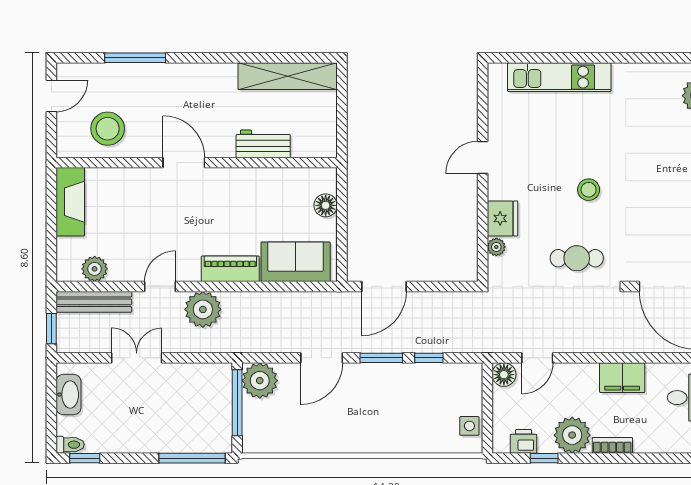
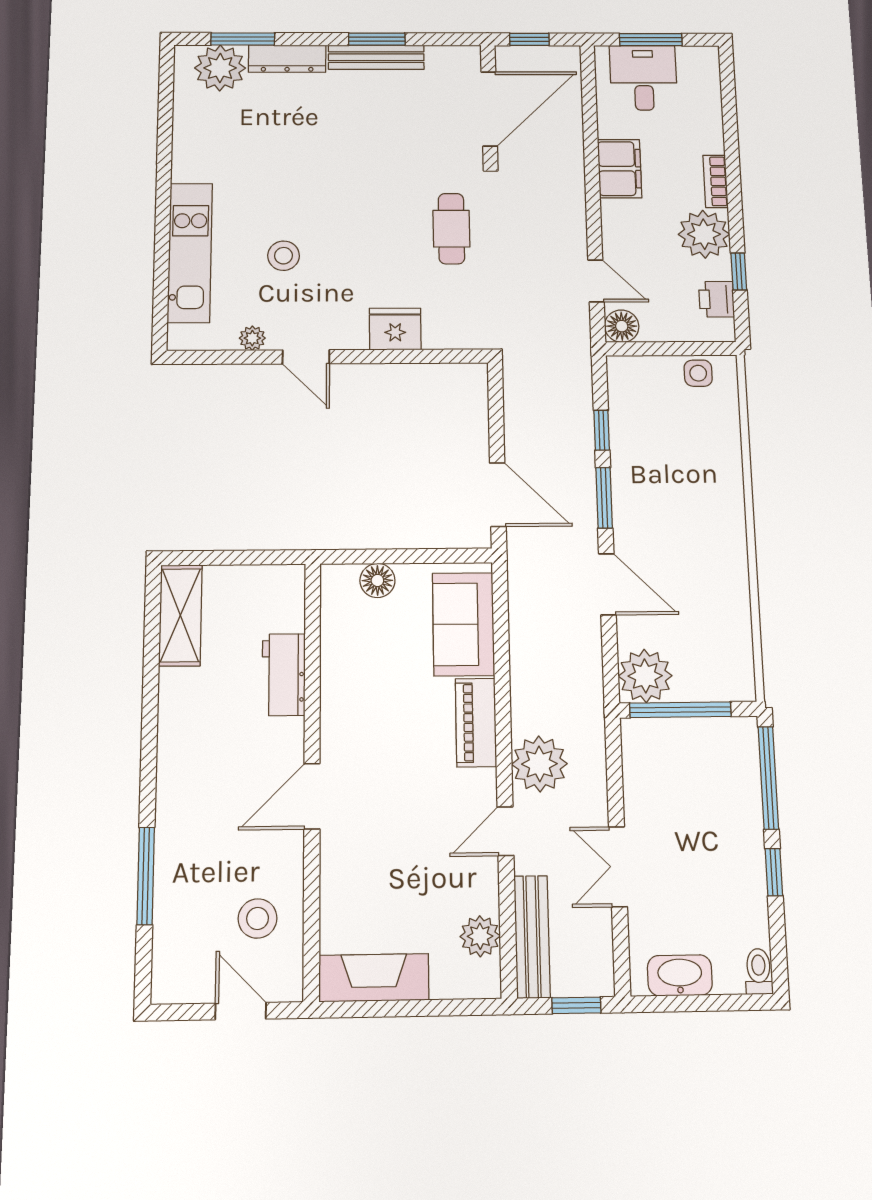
shelving: (288, 76) -> (180, 615), width x0.68
door: (51, 96) -> (241, 1011), moved
stool: (108, 129) -> (258, 918), width x0.73, depth x0.73
stool: (589, 190) -> (284, 256), moved
plant: (496, 247) -> (252, 338), moved
door: (160, 286) -> (505, 831), hinge flipped
window: (85, 458) -> (774, 872), moved

